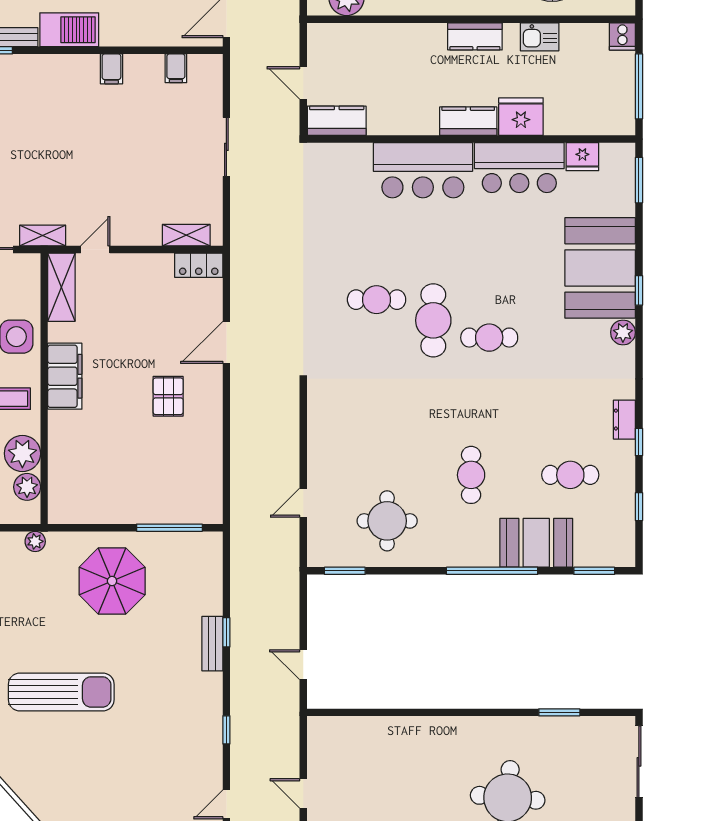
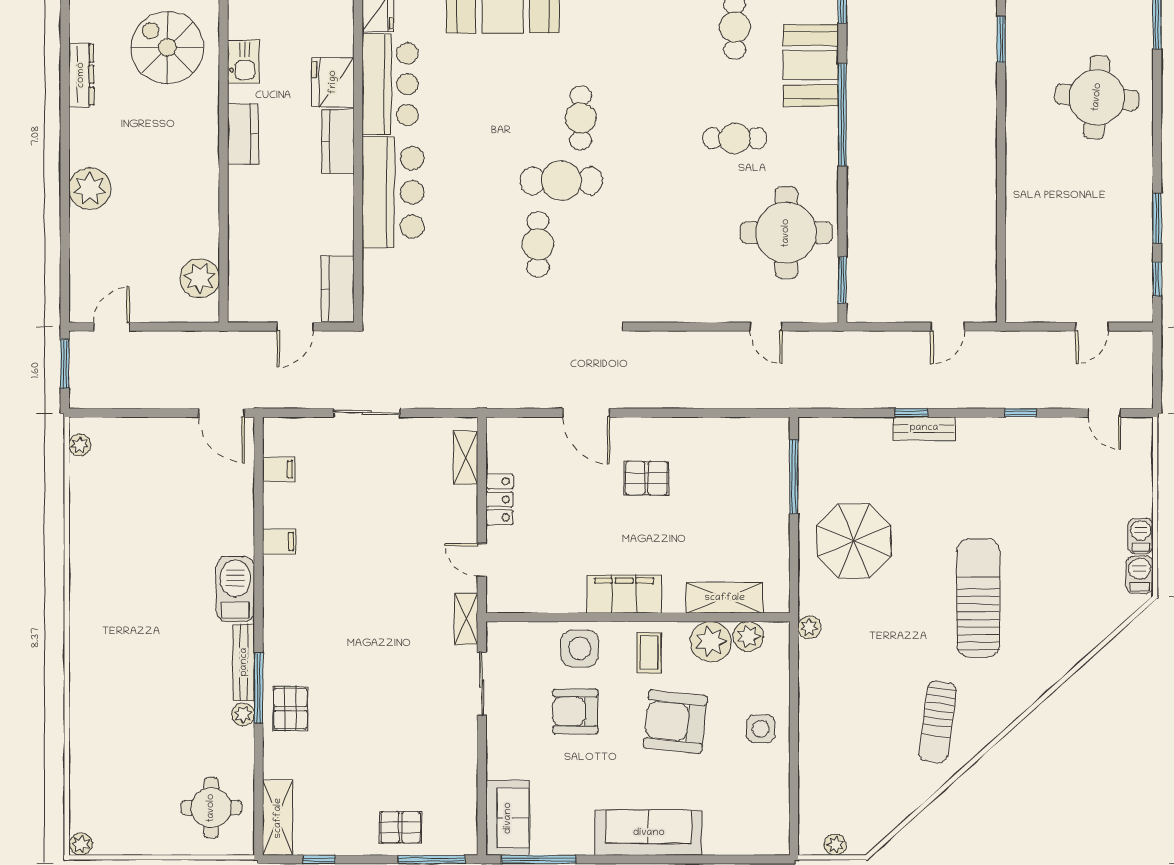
locker: (199, 265) -> (499, 499), moved
shelving: (61, 287) -> (725, 598), moved
round table: (387, 521) -> (786, 233), width x1.36, depth x1.36

